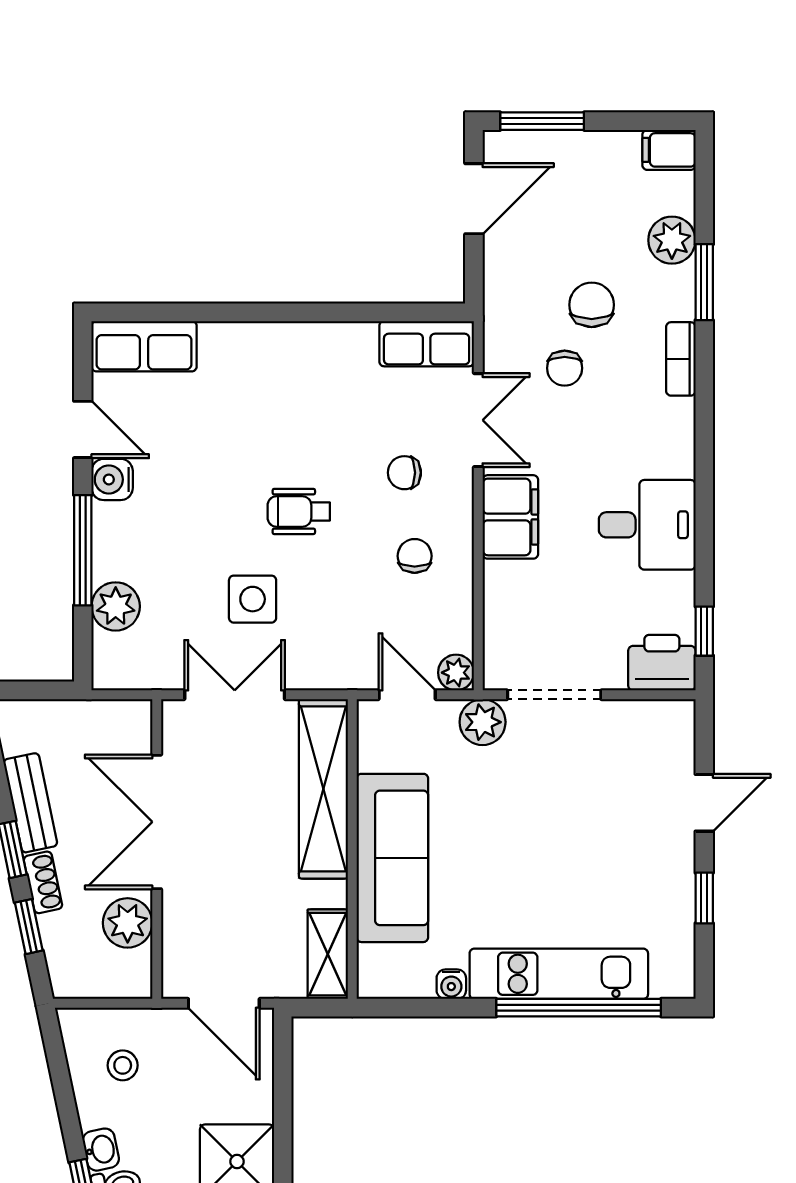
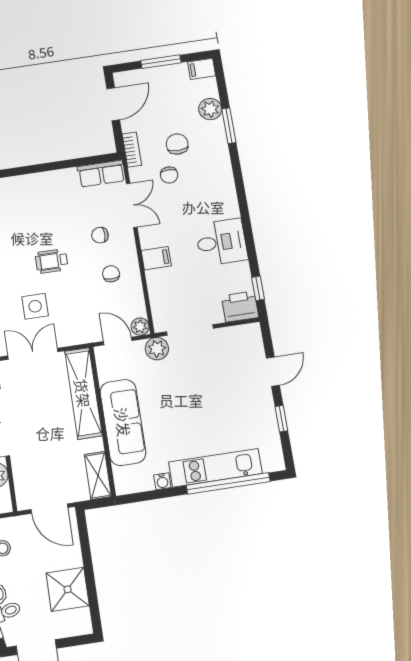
window: (542, 121) -> (161, 62), moved
bookcase: (681, 359) -> (132, 150), moved, turned 180
filing cabinet: (510, 517) -> (156, 258), width x0.50

